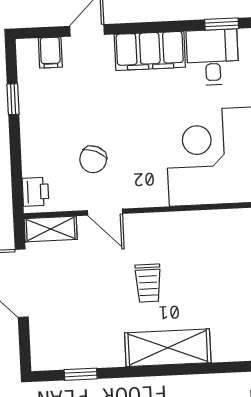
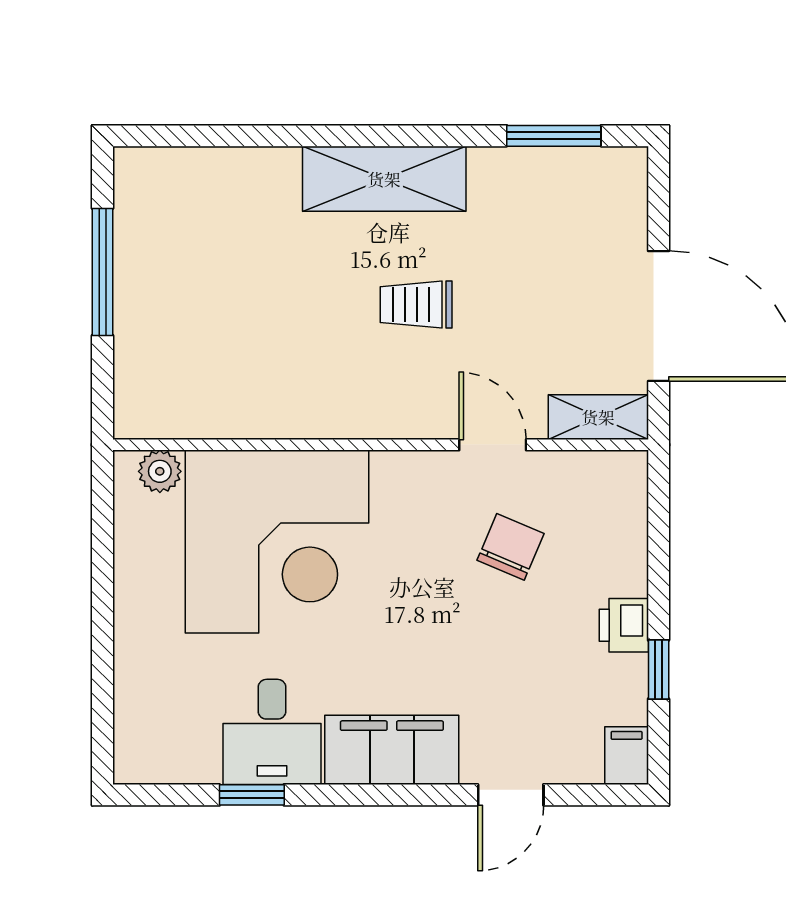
filing cabinet: (50, 53) -> (627, 756), moved
printer: (36, 192) -> (624, 625), moved
trolley: (148, 283) -> (416, 305), turned -90
window: (81, 374) -> (554, 136), width x1.50

